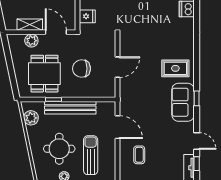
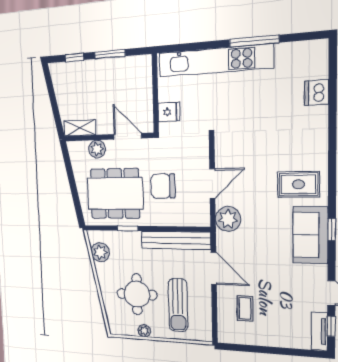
shelving: (30, 25) -> (80, 128), moved
dining table: (44, 74) -> (115, 193), width x1.38
plant: (128, 92) -> (228, 219), added
bench: (70, 108) -> (176, 240), moved
sun lounger: (91, 155) -> (178, 305), turned 180

